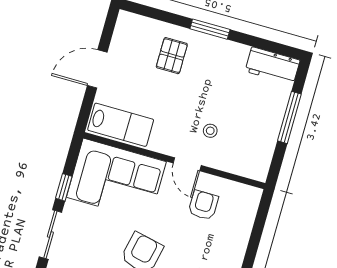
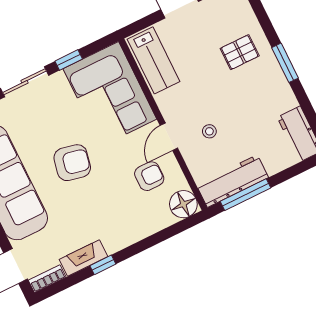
window: (289, 117) -> (246, 195), moved
workbench: (262, 147) -> (232, 181), added
floor lamp: (247, 199) -> (183, 204), added

